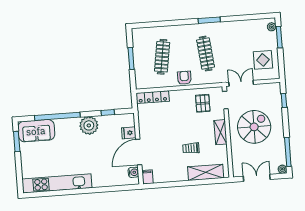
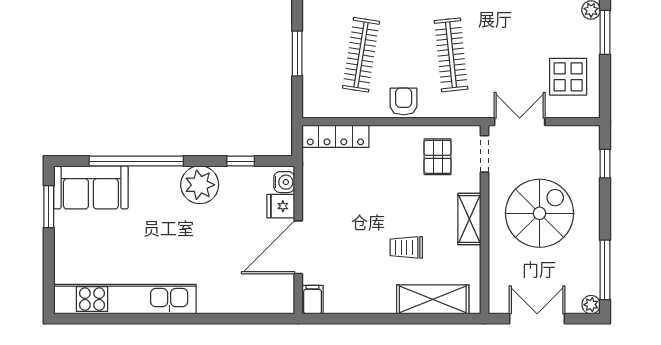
water cooler: (133, 172) -> (284, 182), moved

